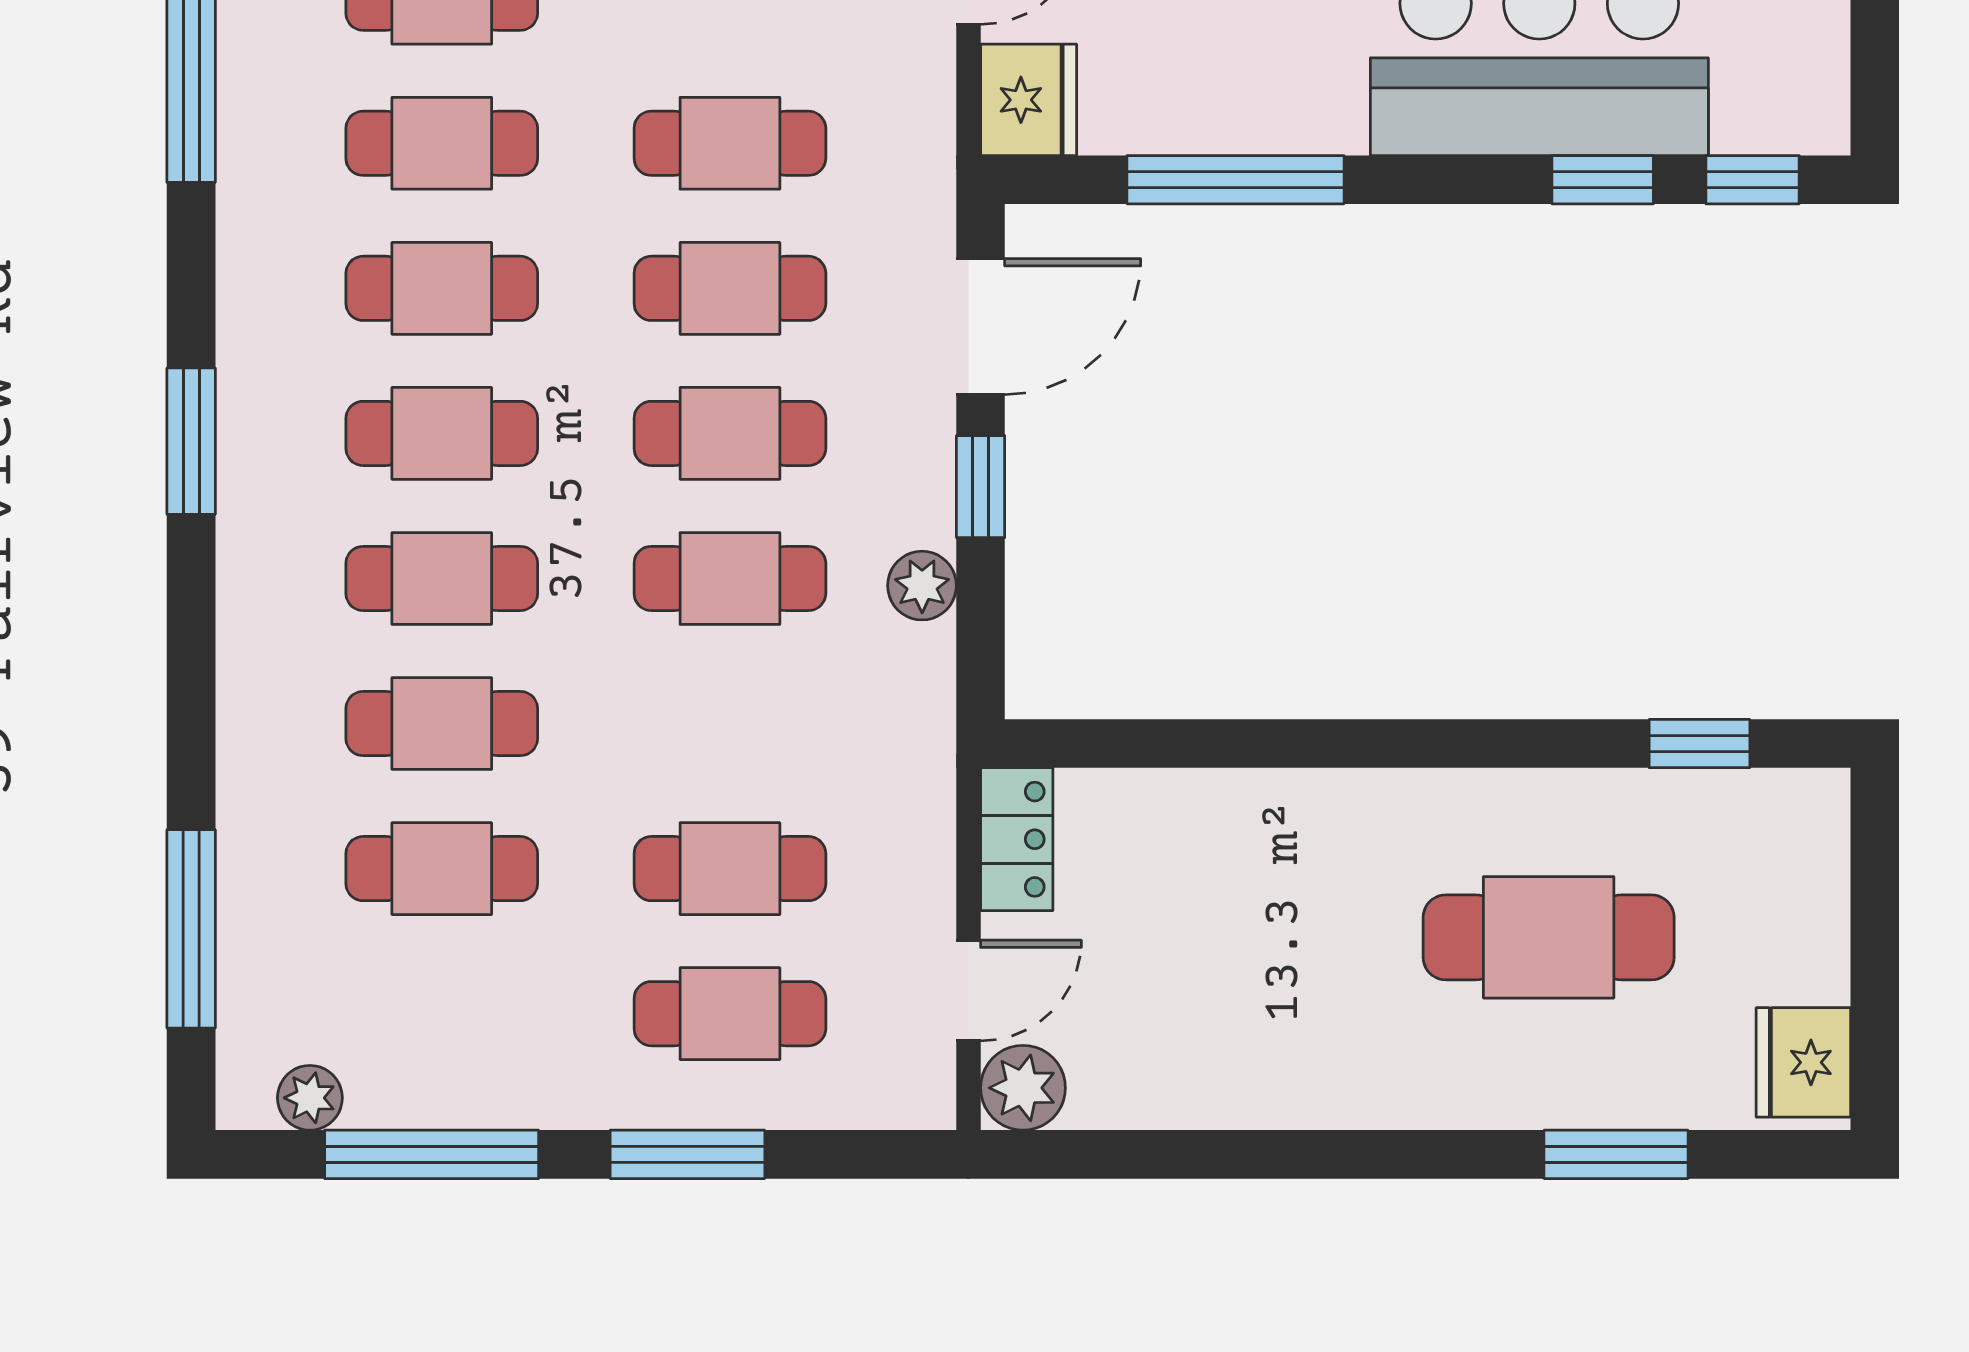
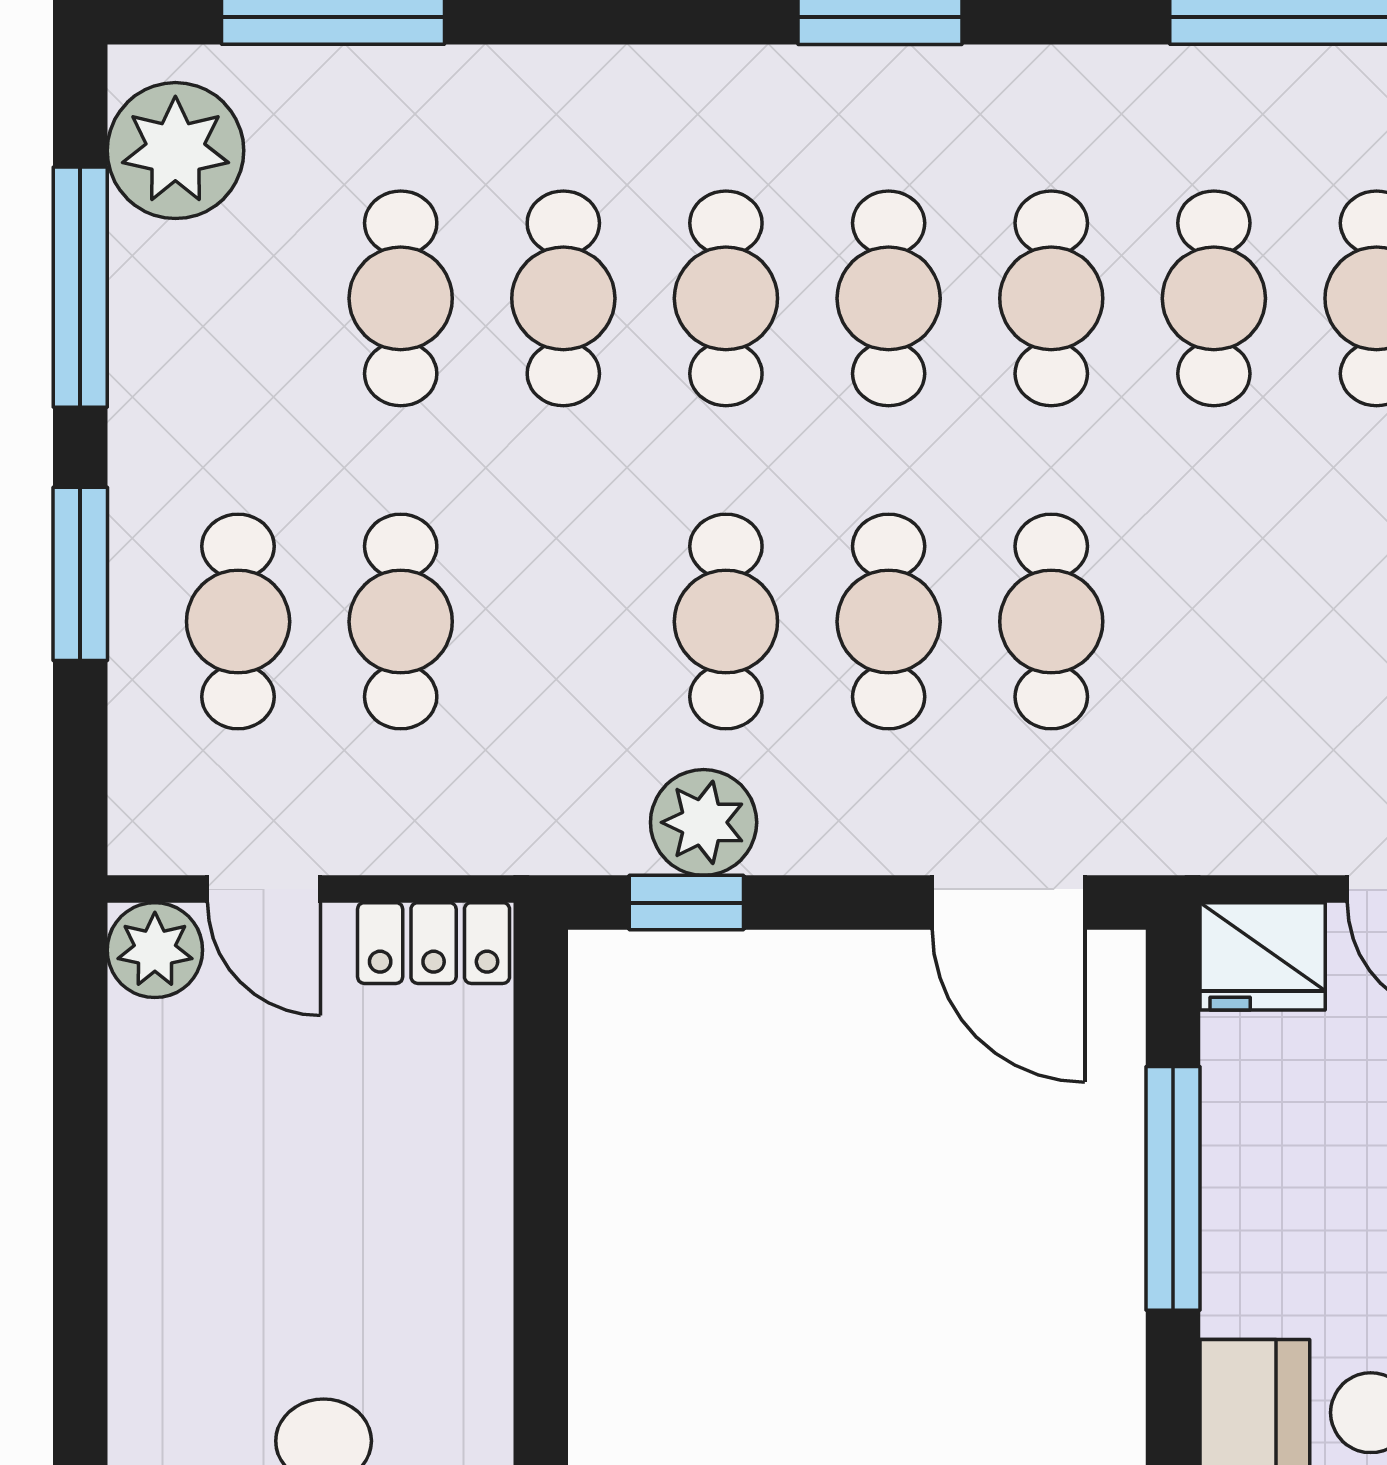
cafe table: (730, 143) -> (1214, 622), removed
window: (981, 487) -> (686, 903), moved
plant: (922, 586) -> (704, 822), width x1.38, depth x1.38
plant: (310, 1098) -> (175, 151), width x1.87, depth x1.87

